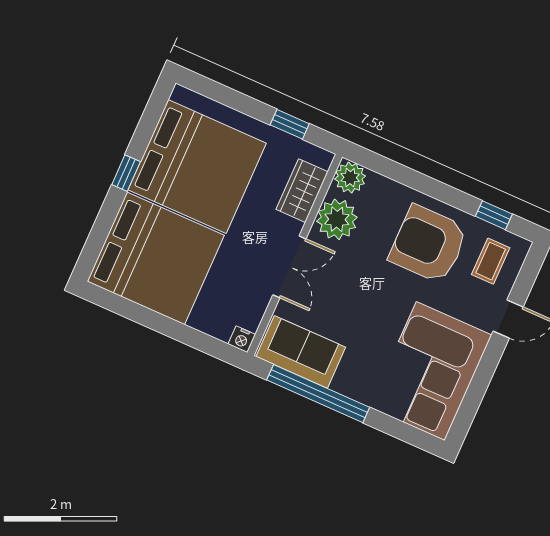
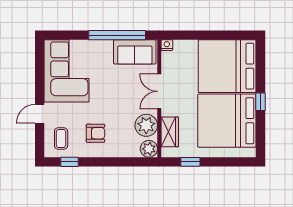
armchair: (428, 244) -> (96, 133), width x0.53, depth x0.53

